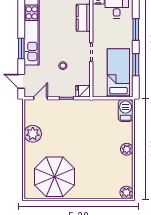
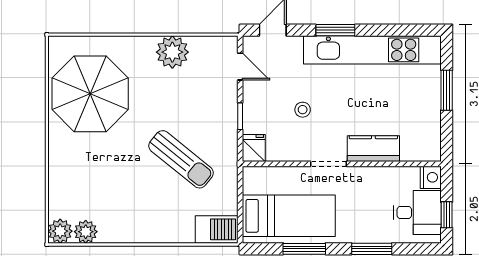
kitchen counter: (83, 18) -> (373, 149), moved
sun lounger: (89, 129) -> (181, 159), added
plant: (127, 149) -> (86, 232), moved

